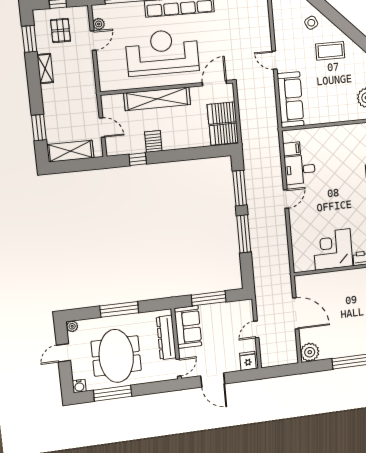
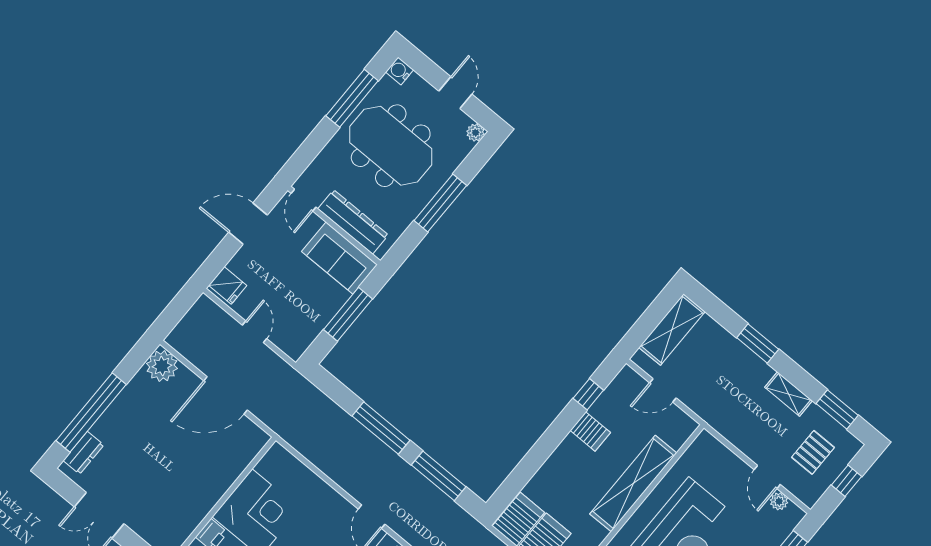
pallet: (60, 30) -> (813, 452), turned 90
window: (39, 128) -> (758, 344), moved

